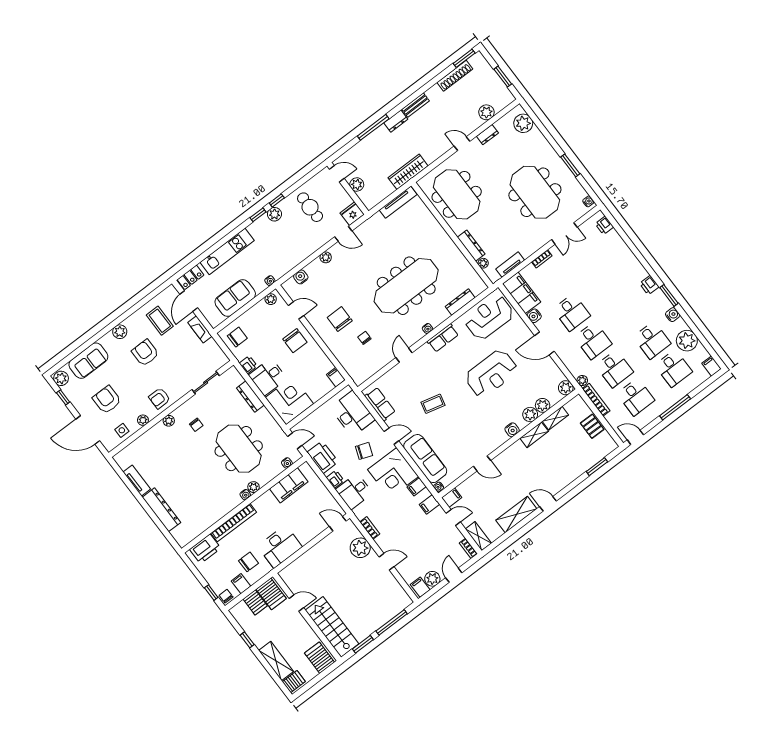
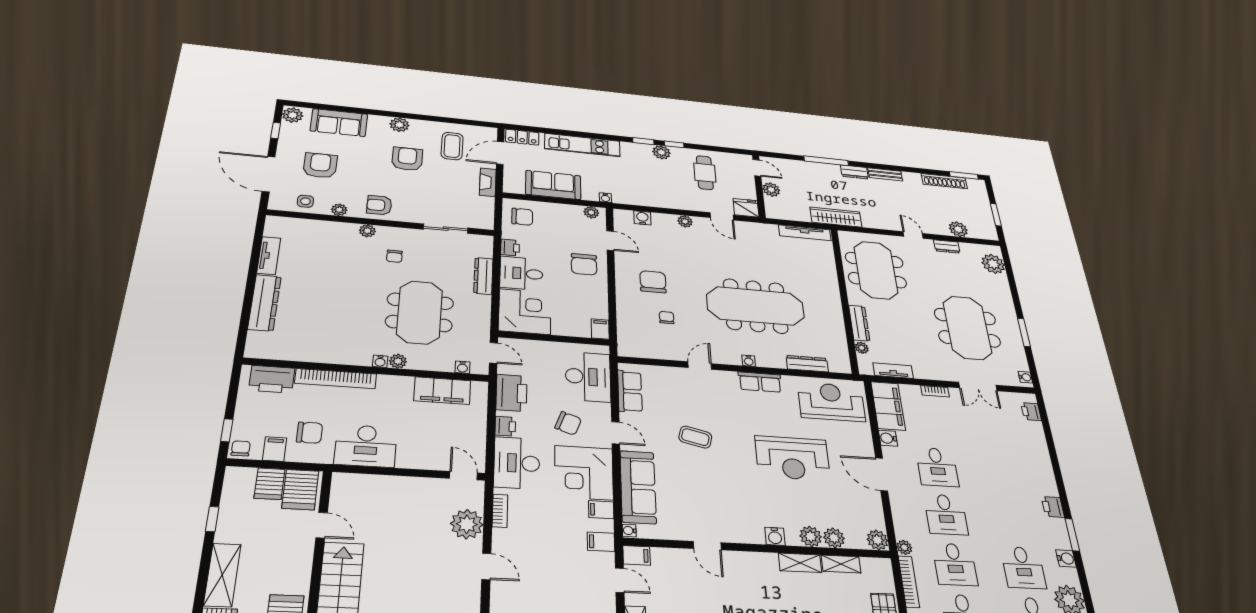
desk: (354, 491) -> (517, 463), width x1.37

